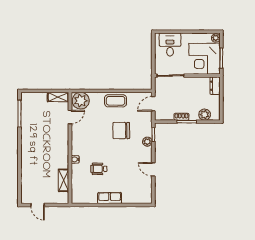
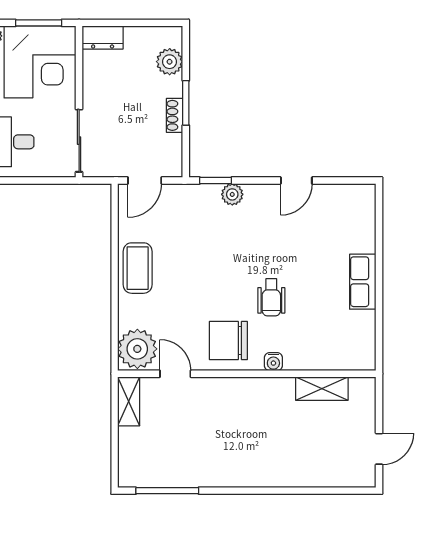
door: (153, 104) -> (145, 181), hinge flipped
chair: (121, 131) -> (228, 341), moved, turned 90
wheelchair: (99, 169) -> (271, 297), moved

